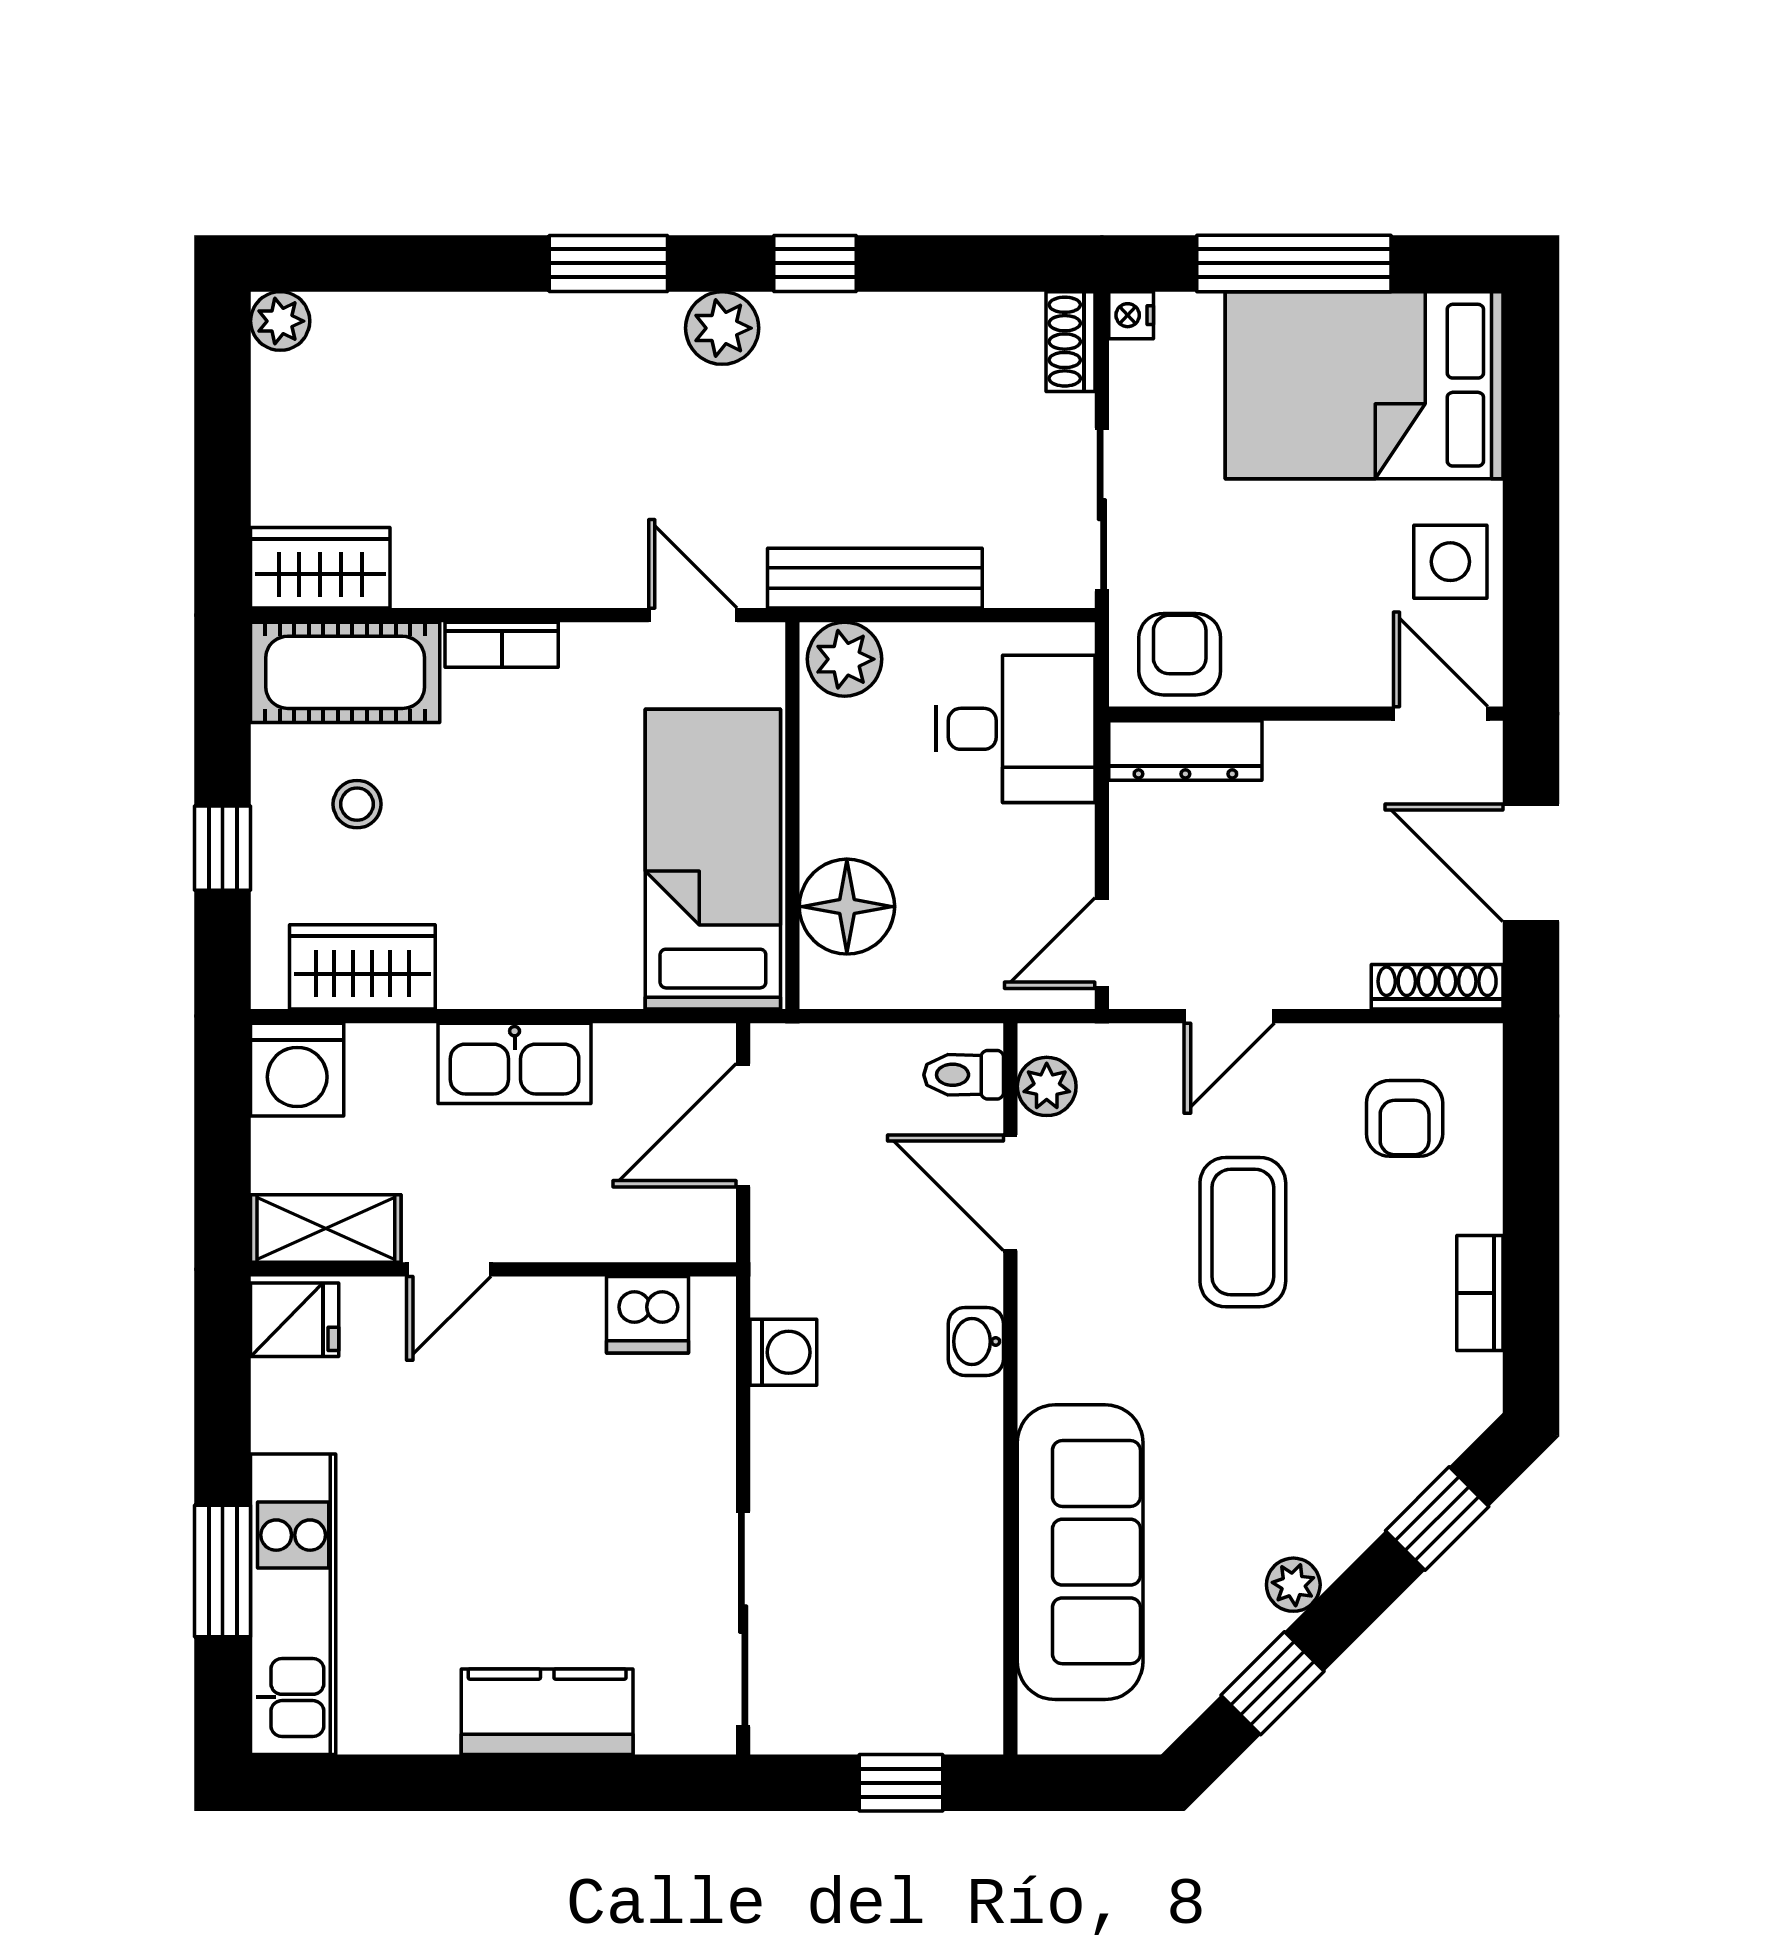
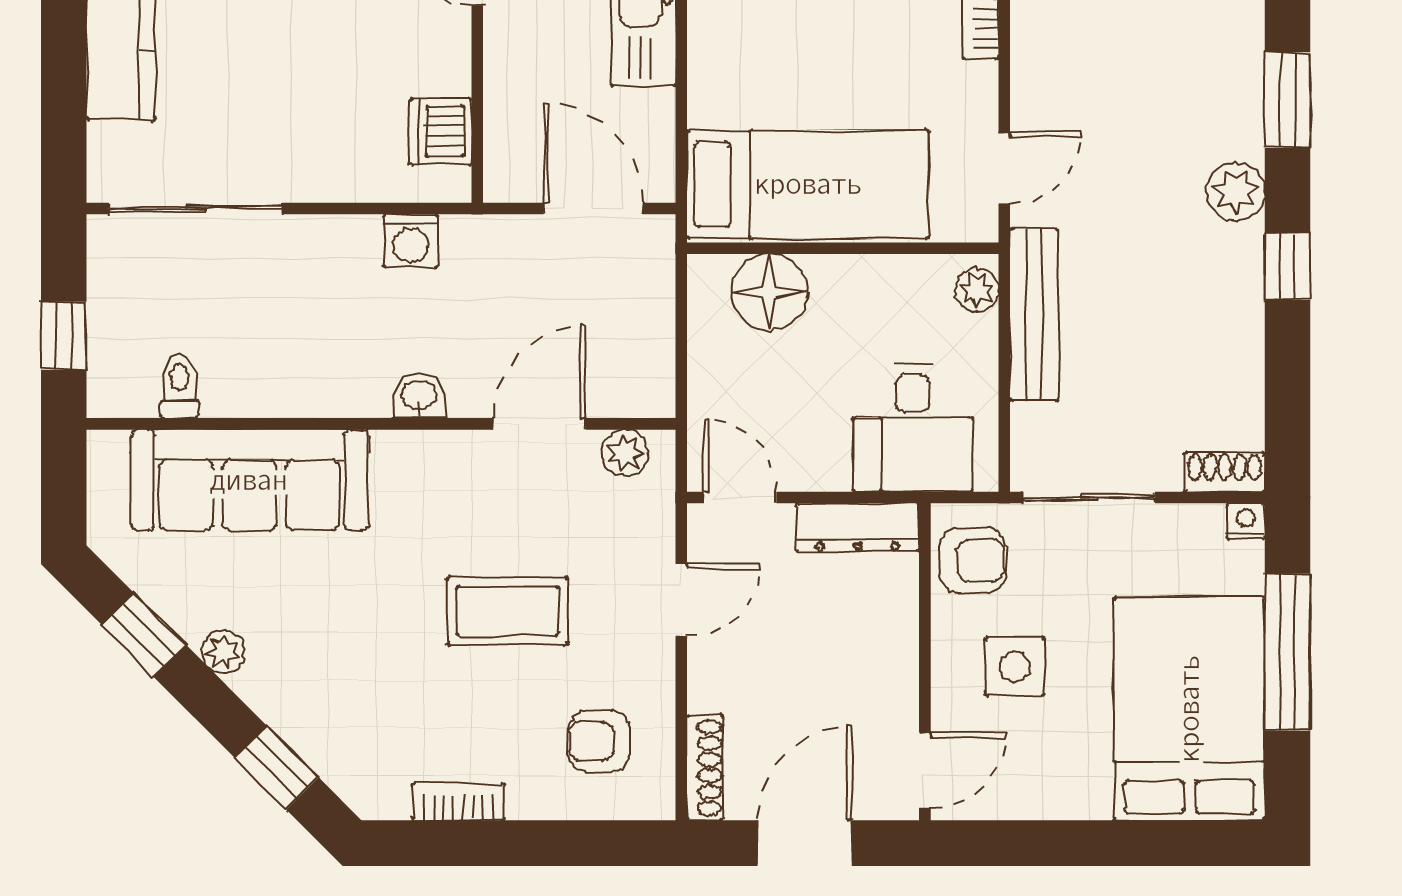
side table: (1450, 562) -> (1015, 666), moved
plant: (845, 659) -> (977, 290), width x0.73, depth x0.73
dresser: (1185, 751) -> (858, 527), moved, turned -90
door: (1229, 1016) -> (681, 600), swing flipped
toilet: (964, 1075) -> (179, 386), moved

